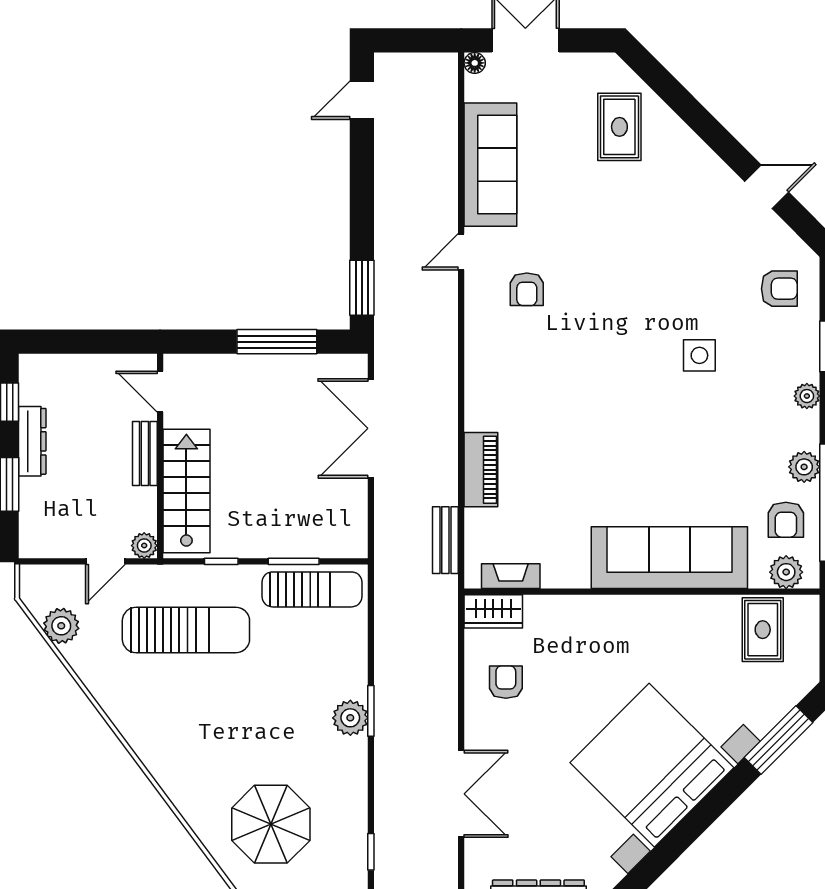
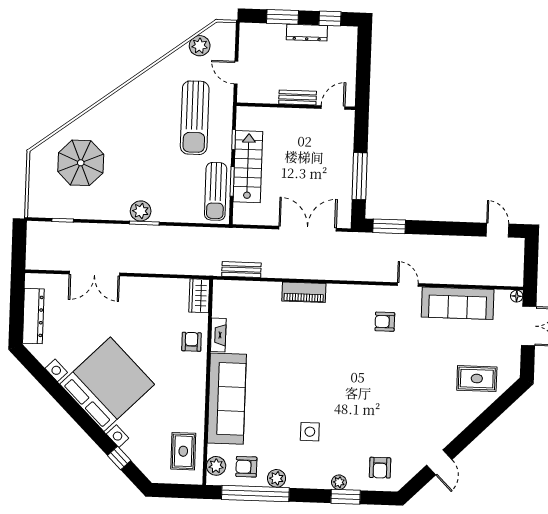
side table: (699, 355) -> (310, 432), moved
plant: (807, 396) -> (339, 482), moved
piano: (481, 470) -> (304, 292), moved
stairs: (186, 491) -> (248, 167), moved, turned -90
plant: (144, 546) -> (244, 95), removed
fireplace: (511, 576) -> (218, 335), moved
rug: (763, 630) -> (183, 451), turned 90
armchair: (506, 682) -> (191, 342), moved, turned -90
window: (779, 740) -> (119, 458), width x0.46

